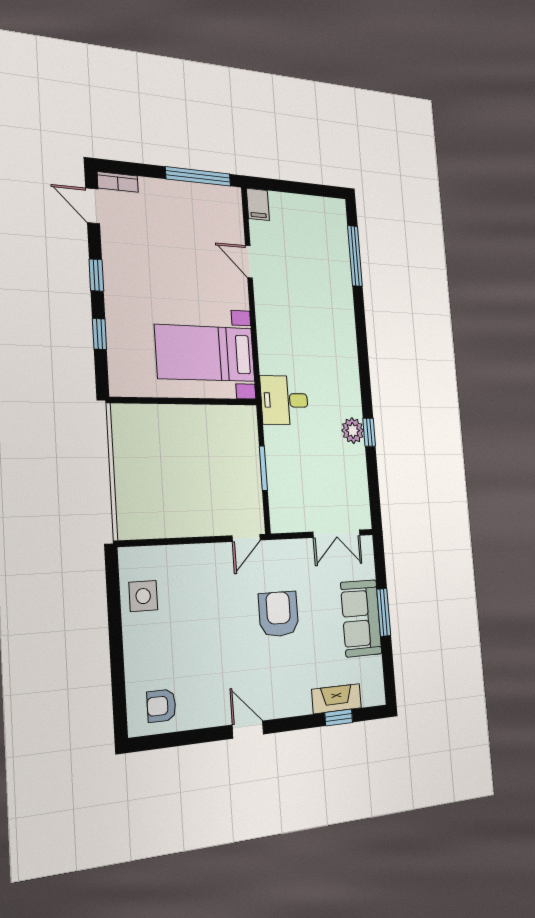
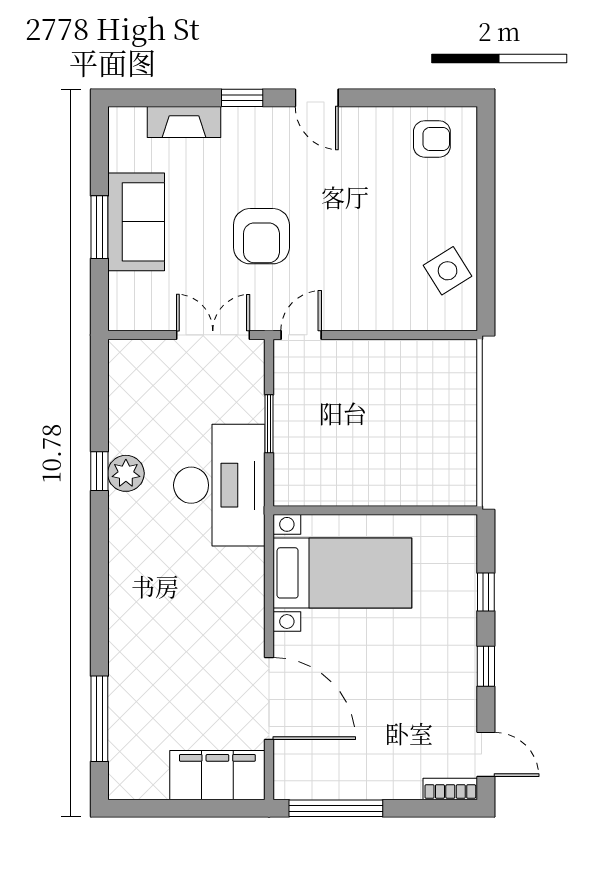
filing cabinet: (258, 204) -> (217, 775), width x3.00, depth x1.17
door: (249, 262) -> (269, 699), width x1.87
desk: (284, 400) -> (219, 485), width x1.87, depth x1.30
double door: (337, 534) -> (213, 335), moved
side table: (143, 596) -> (448, 271), turned -32
window: (339, 717) -> (242, 98), moved

